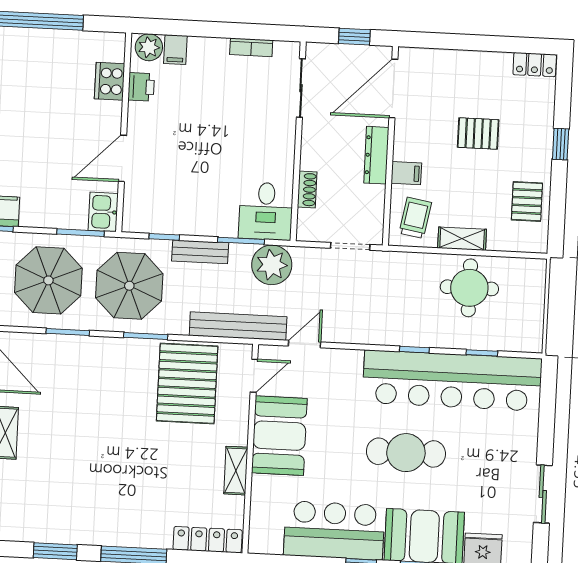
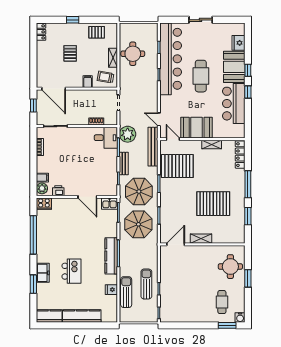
cooker: (110, 81) -> (44, 204), moved
dresser: (376, 155) -> (81, 94), removed
pallet: (90, 467) -> (213, 204), added
sliding door: (543, 494) -> (201, 20), moved

